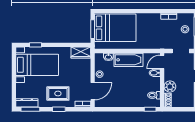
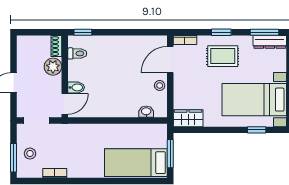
bed: (115, 28) -> (136, 163), width x0.67
bathtub: (128, 60) -> (116, 107), removed

